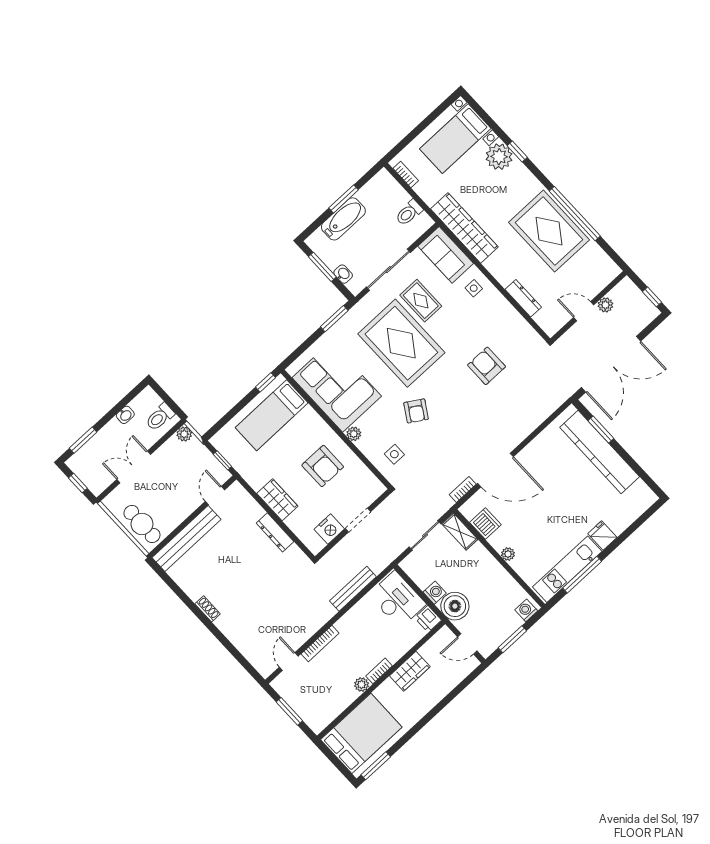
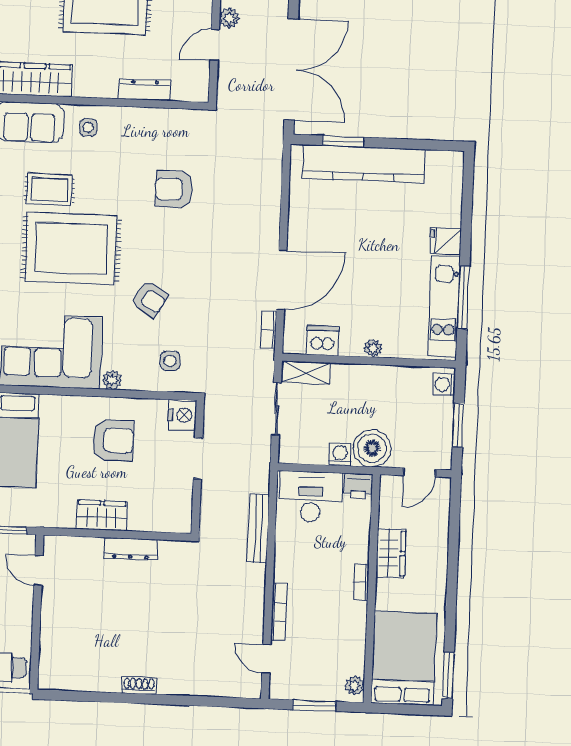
nightstand: (329, 529) -> (182, 415), moved
bench: (187, 539) -> (52, 639), removed
plant: (362, 685) -> (354, 685), moved

